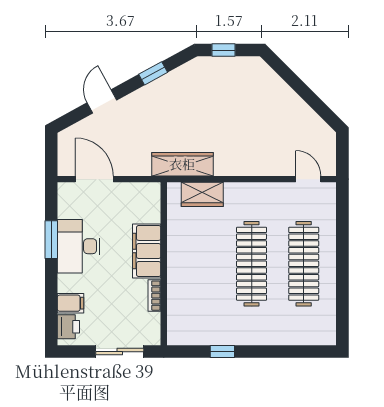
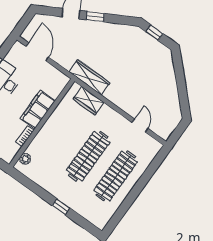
window: (153, 73) -> (95, 17), moved
door: (308, 179) -> (140, 126), moved
plant: (175, 324) -> (25, 159), added
window: (222, 352) -> (61, 207), moved

